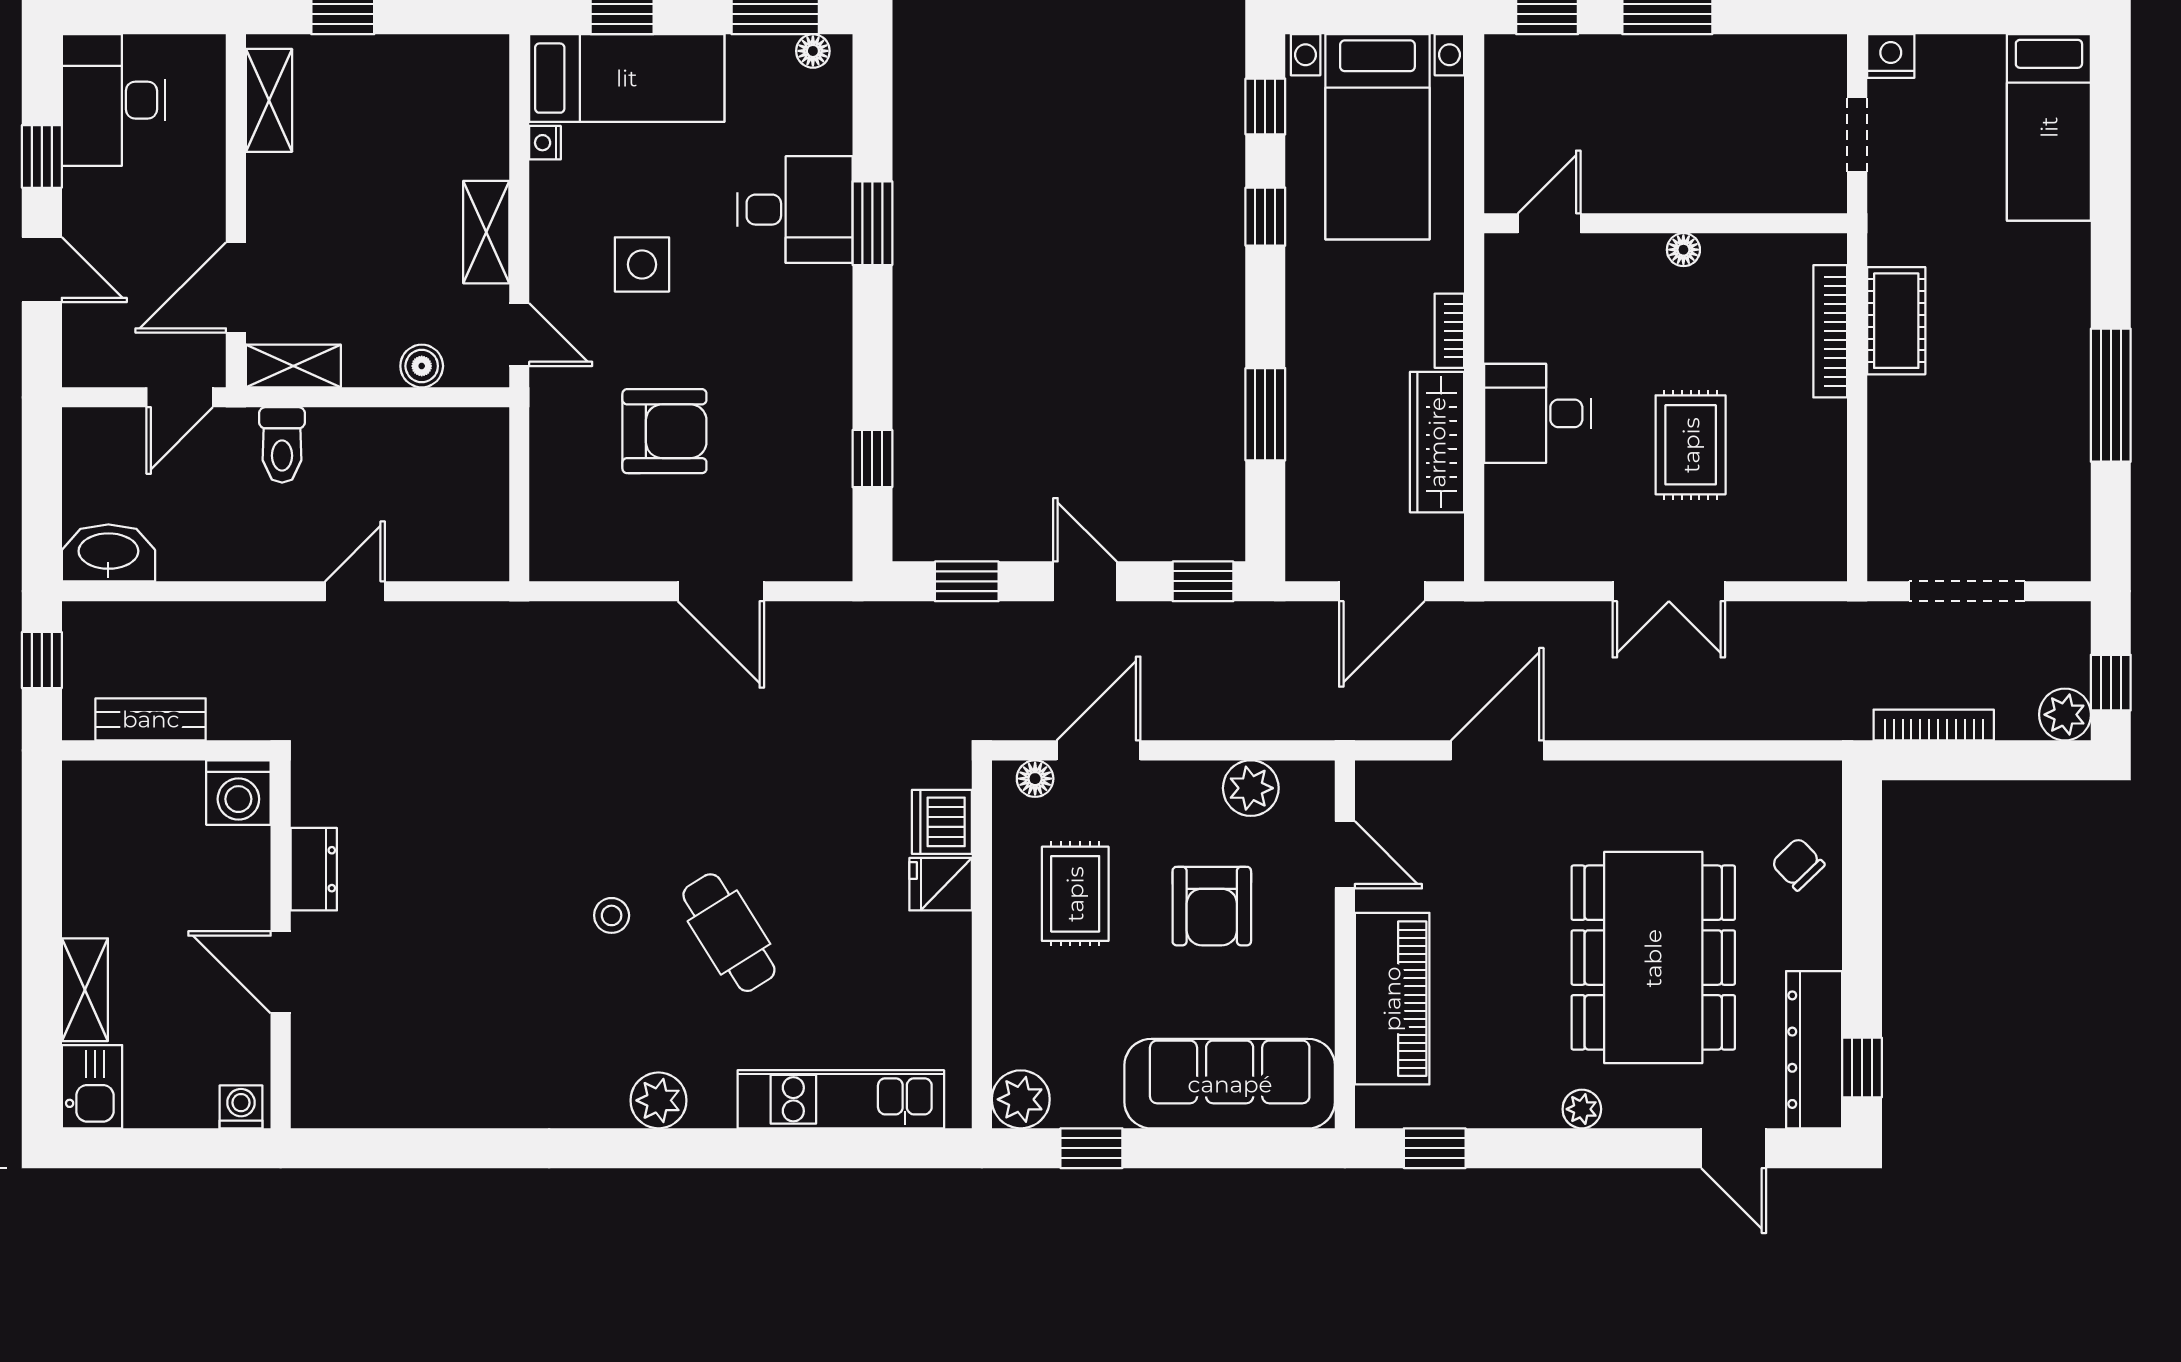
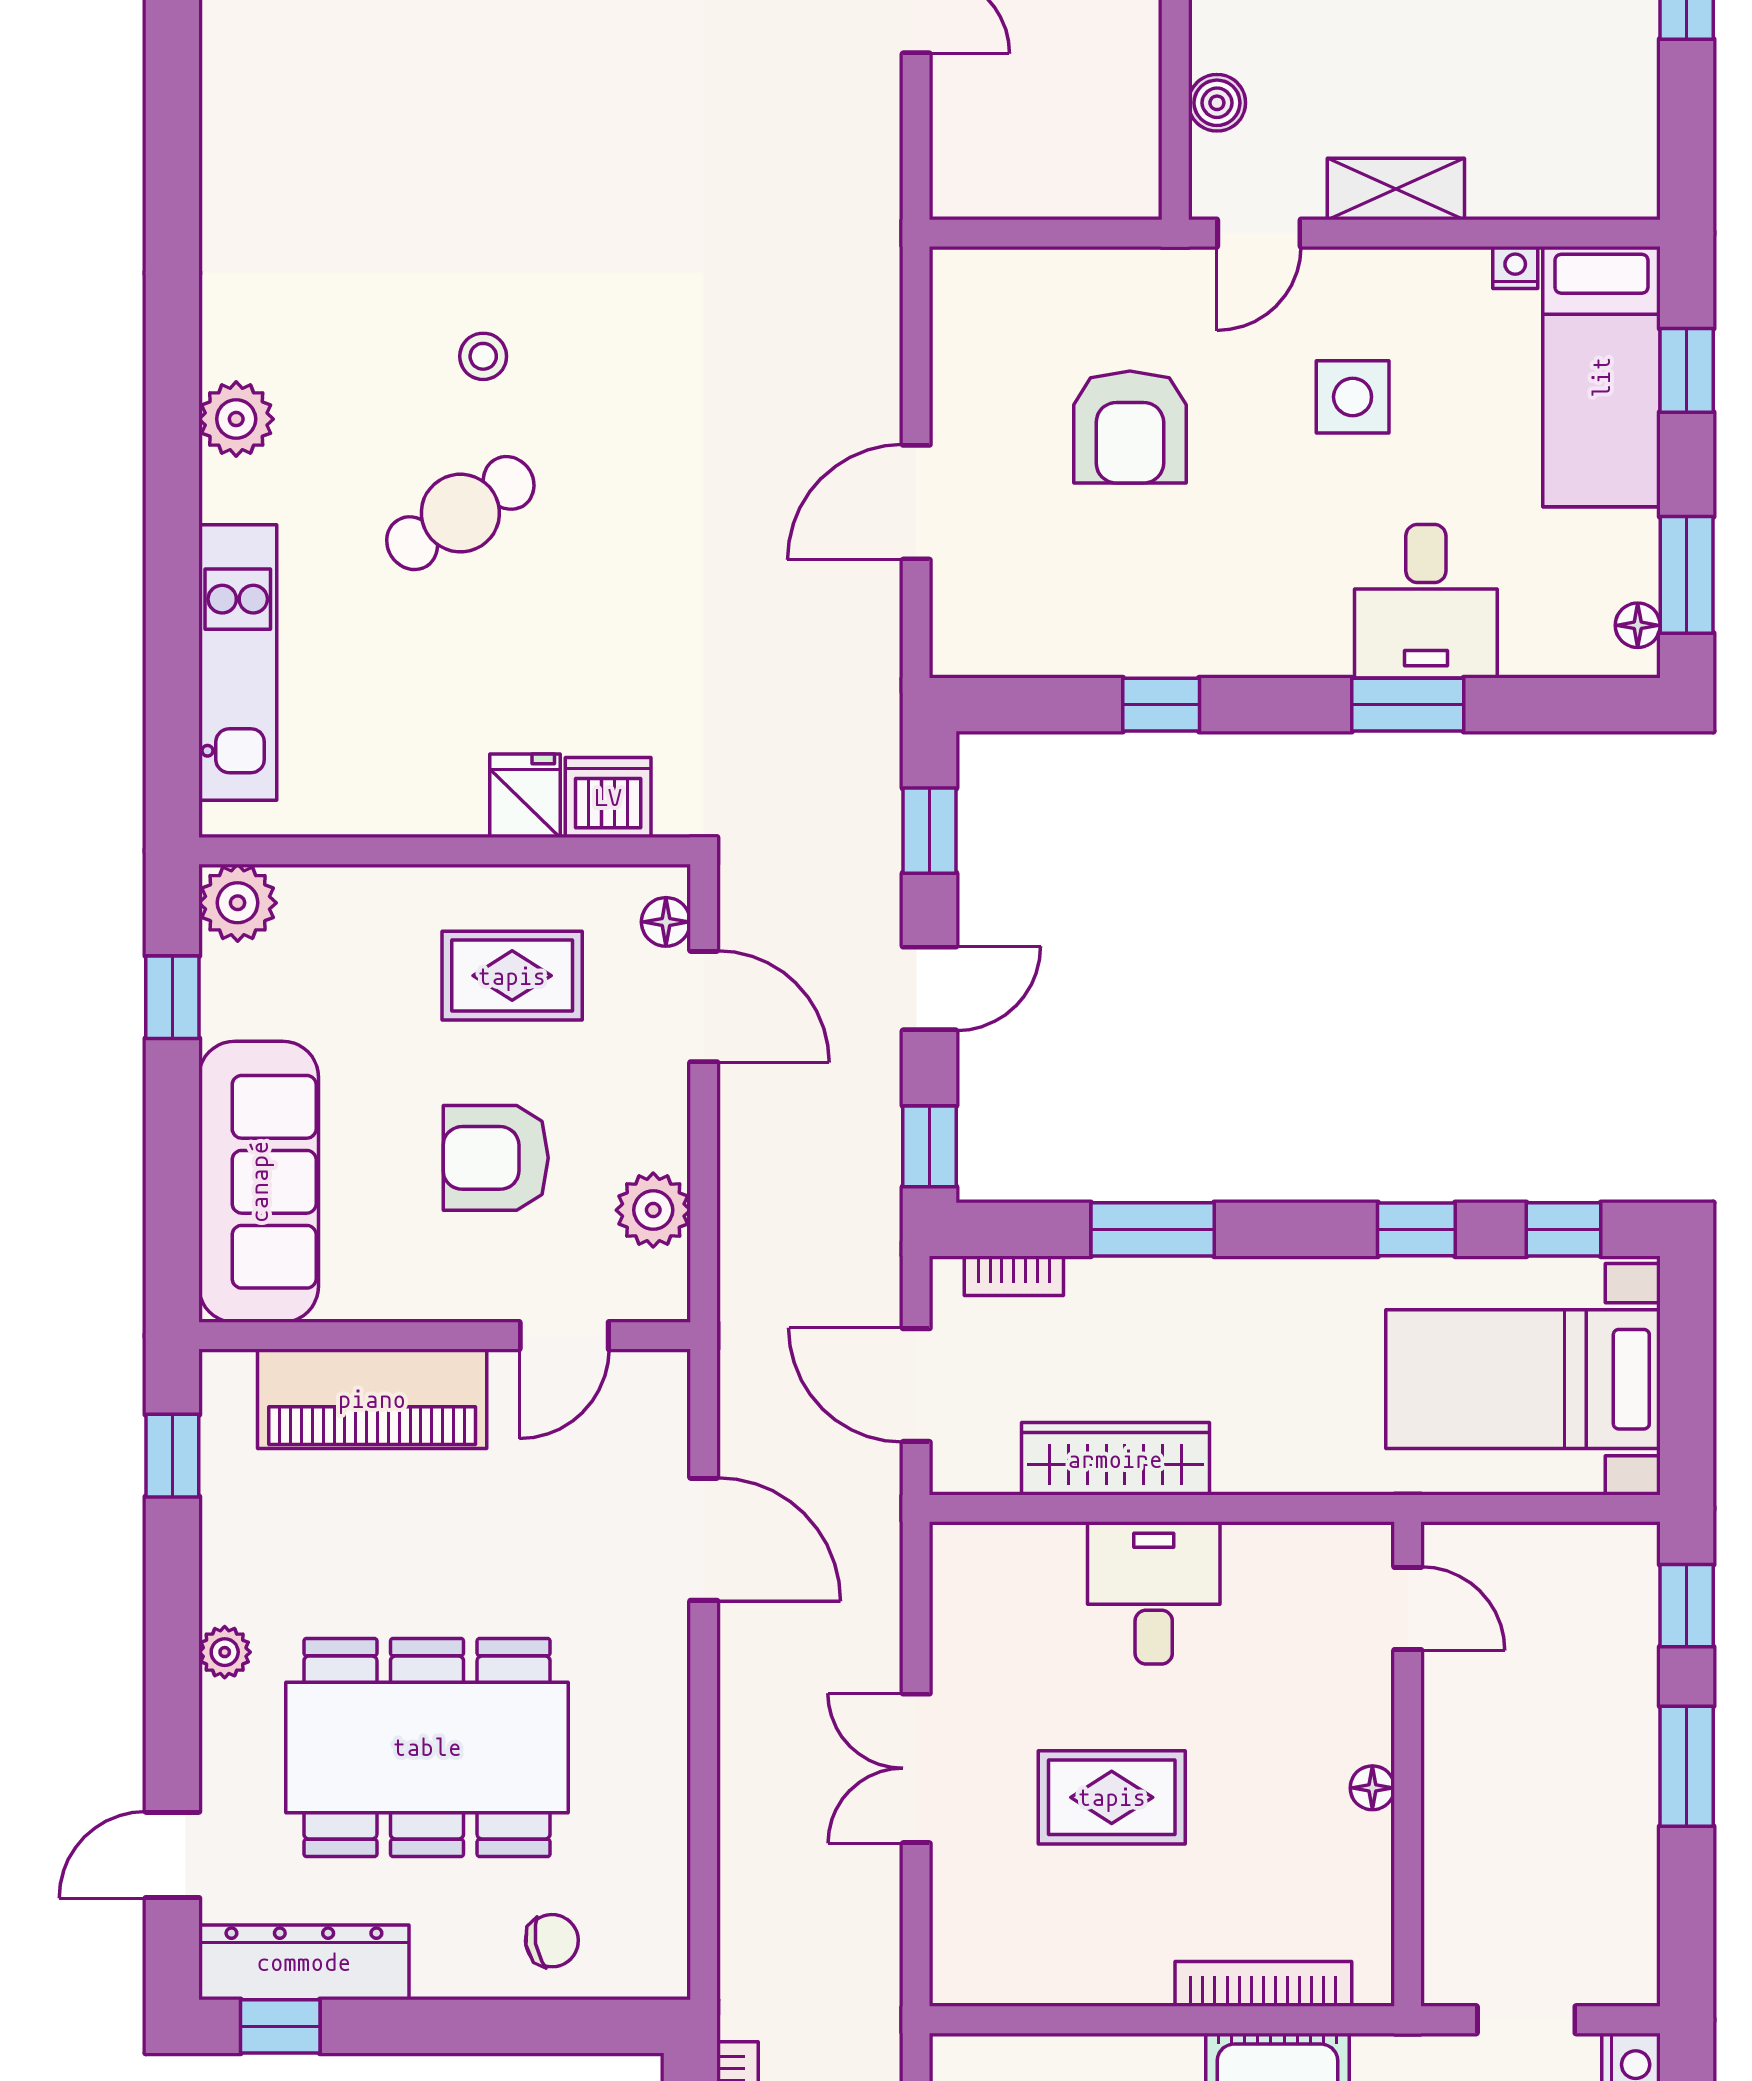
bookcase: (1449, 331) -> (1014, 1276), moved, turned 180
window: (872, 459) -> (1161, 705), moved
chair: (1798, 864) -> (552, 1941), turned 34

